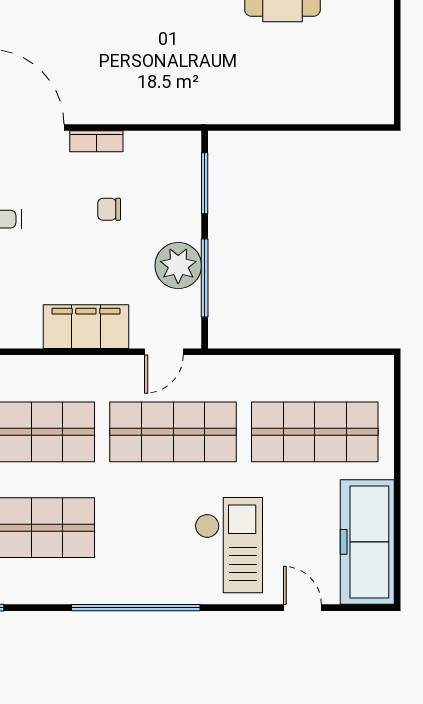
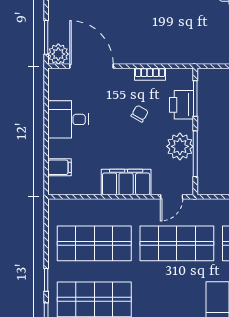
bookcase: (96, 141) -> (150, 74), moved
printer: (181, 194) -> (181, 105), added
chair: (109, 209) -> (140, 114), turned 120

